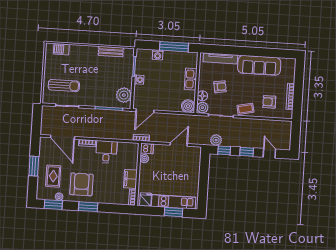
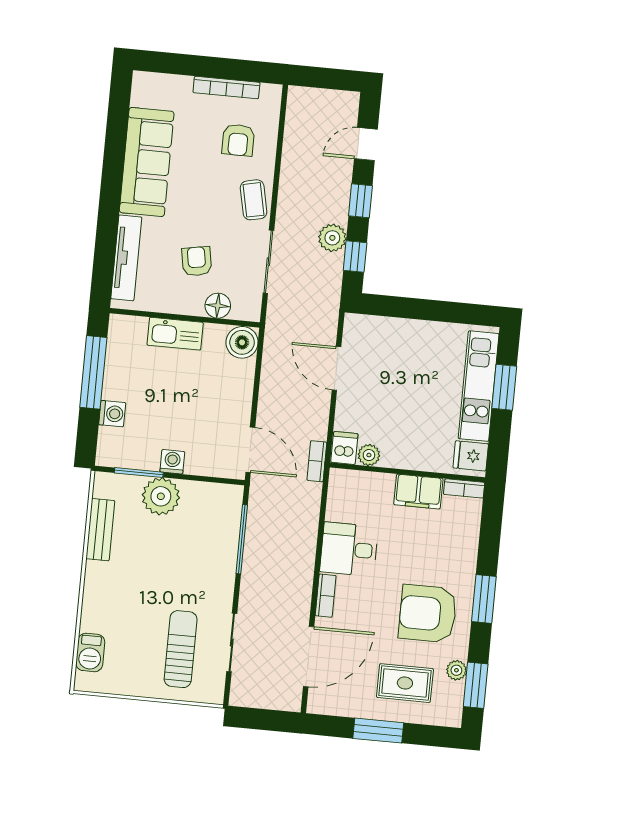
plant: (124, 95) -> (161, 496), moved
plant: (202, 108) -> (247, 307), removed
plant: (216, 140) -> (332, 238), moved

